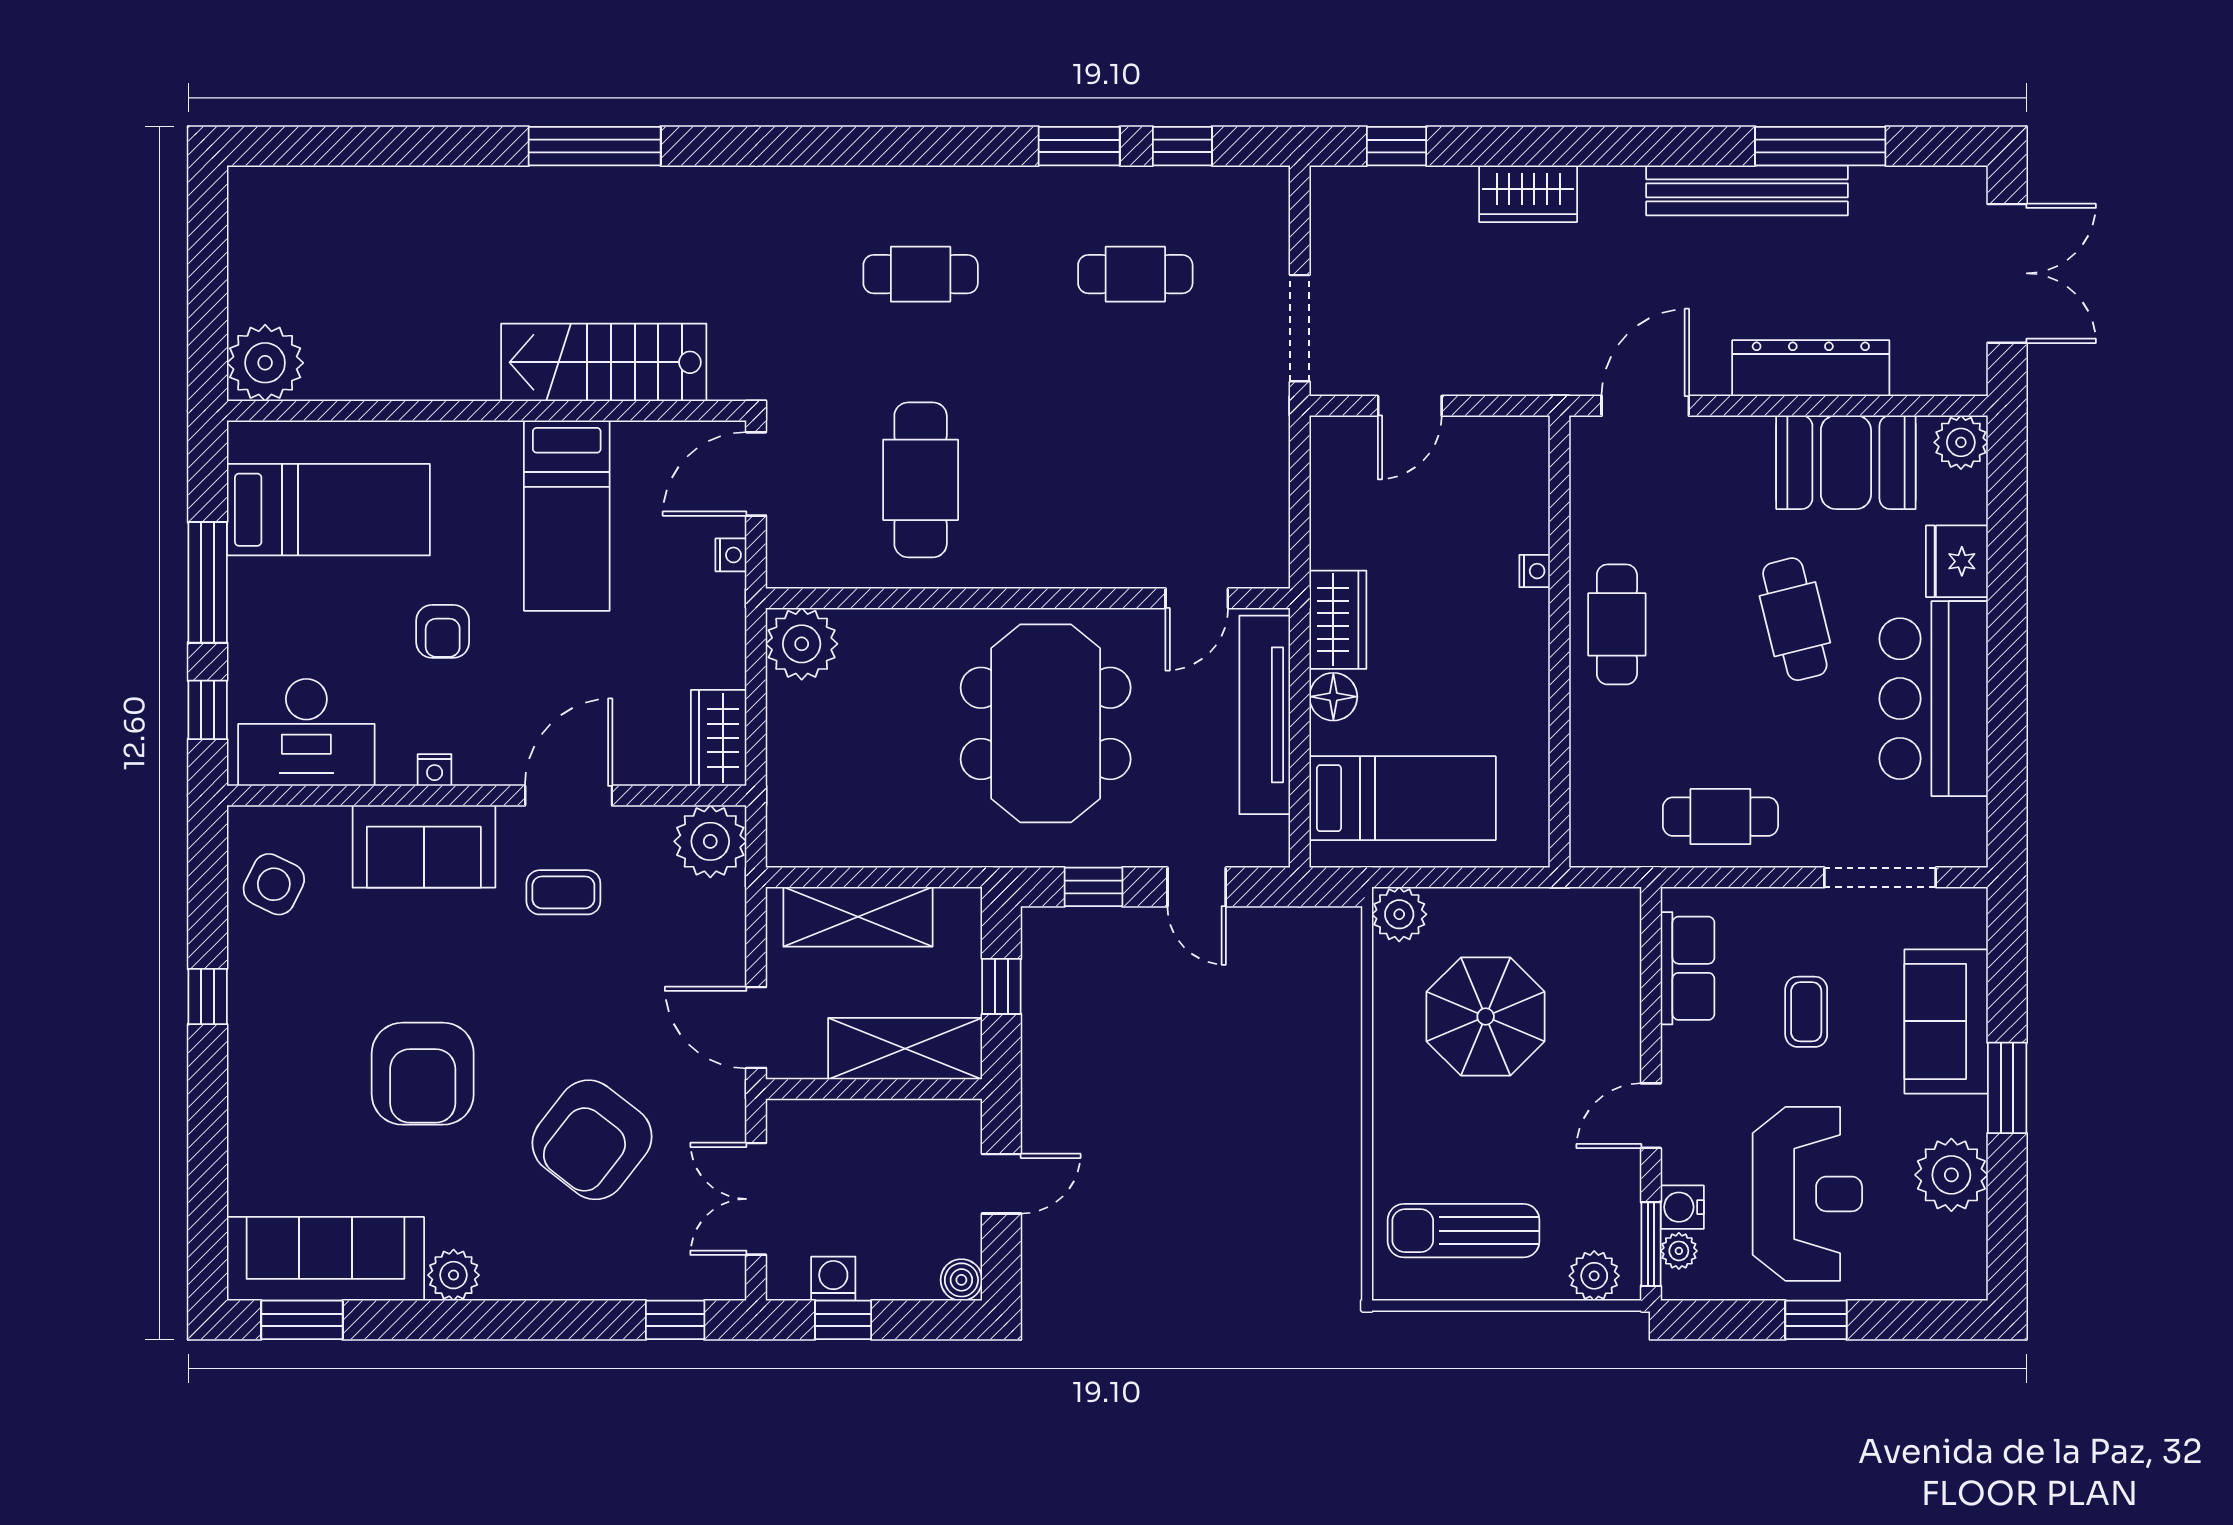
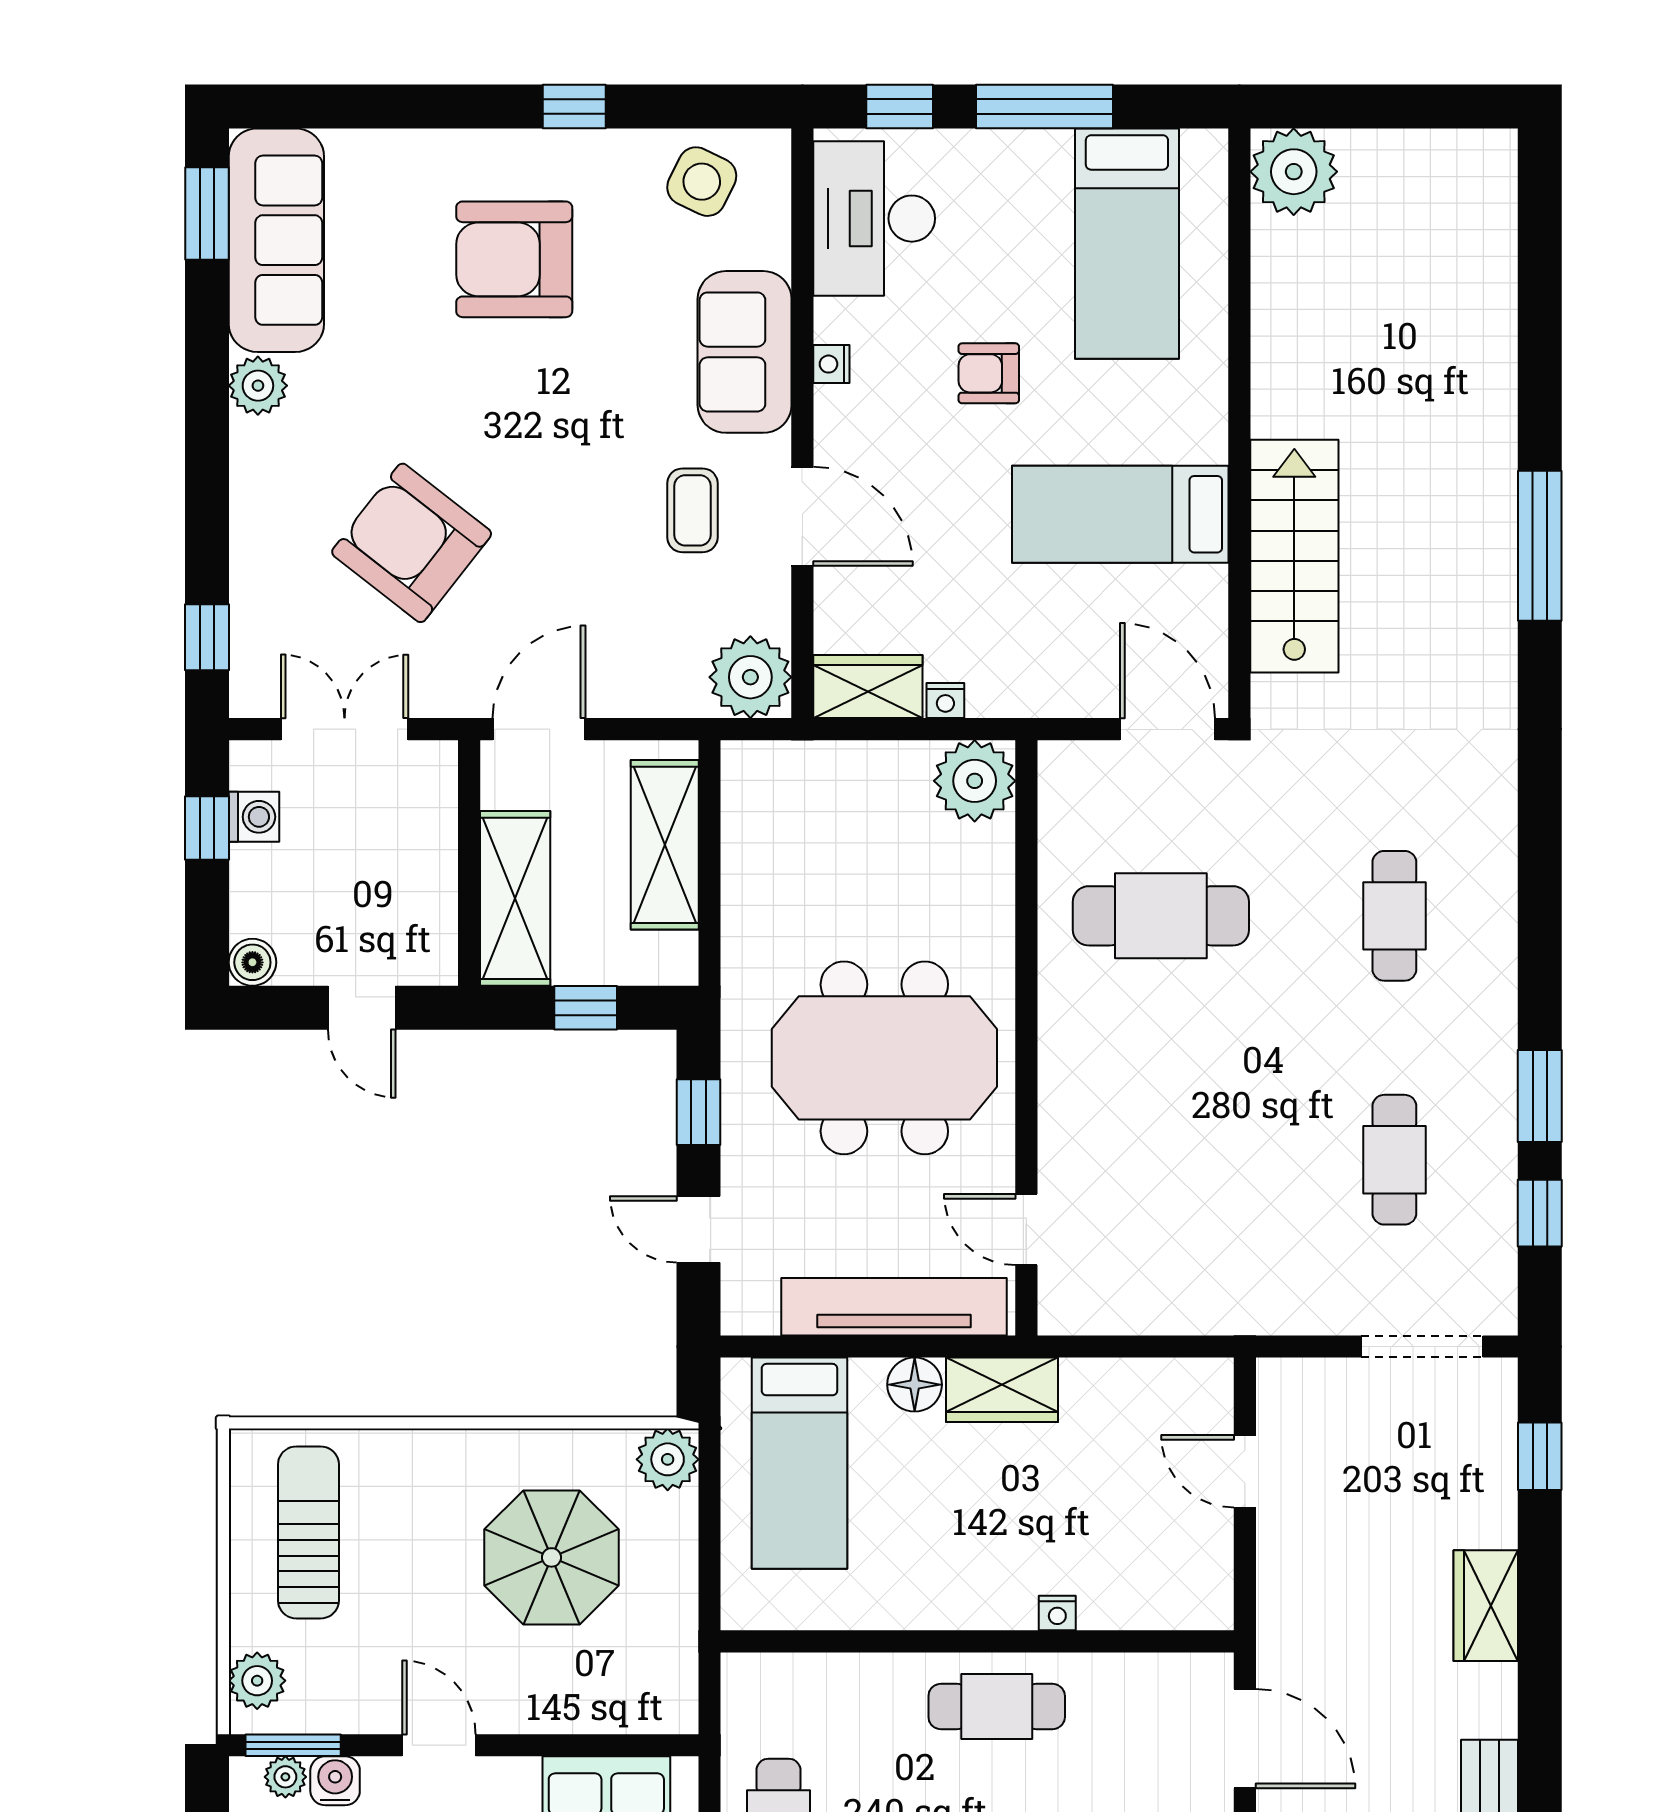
doorway: (1300, 328) -> (1422, 1346), moved
nightstand: (731, 555) -> (945, 701), moved
door: (1197, 887) -> (699, 1229), hinge flipped
armchair: (423, 1074) -> (514, 259), moved

